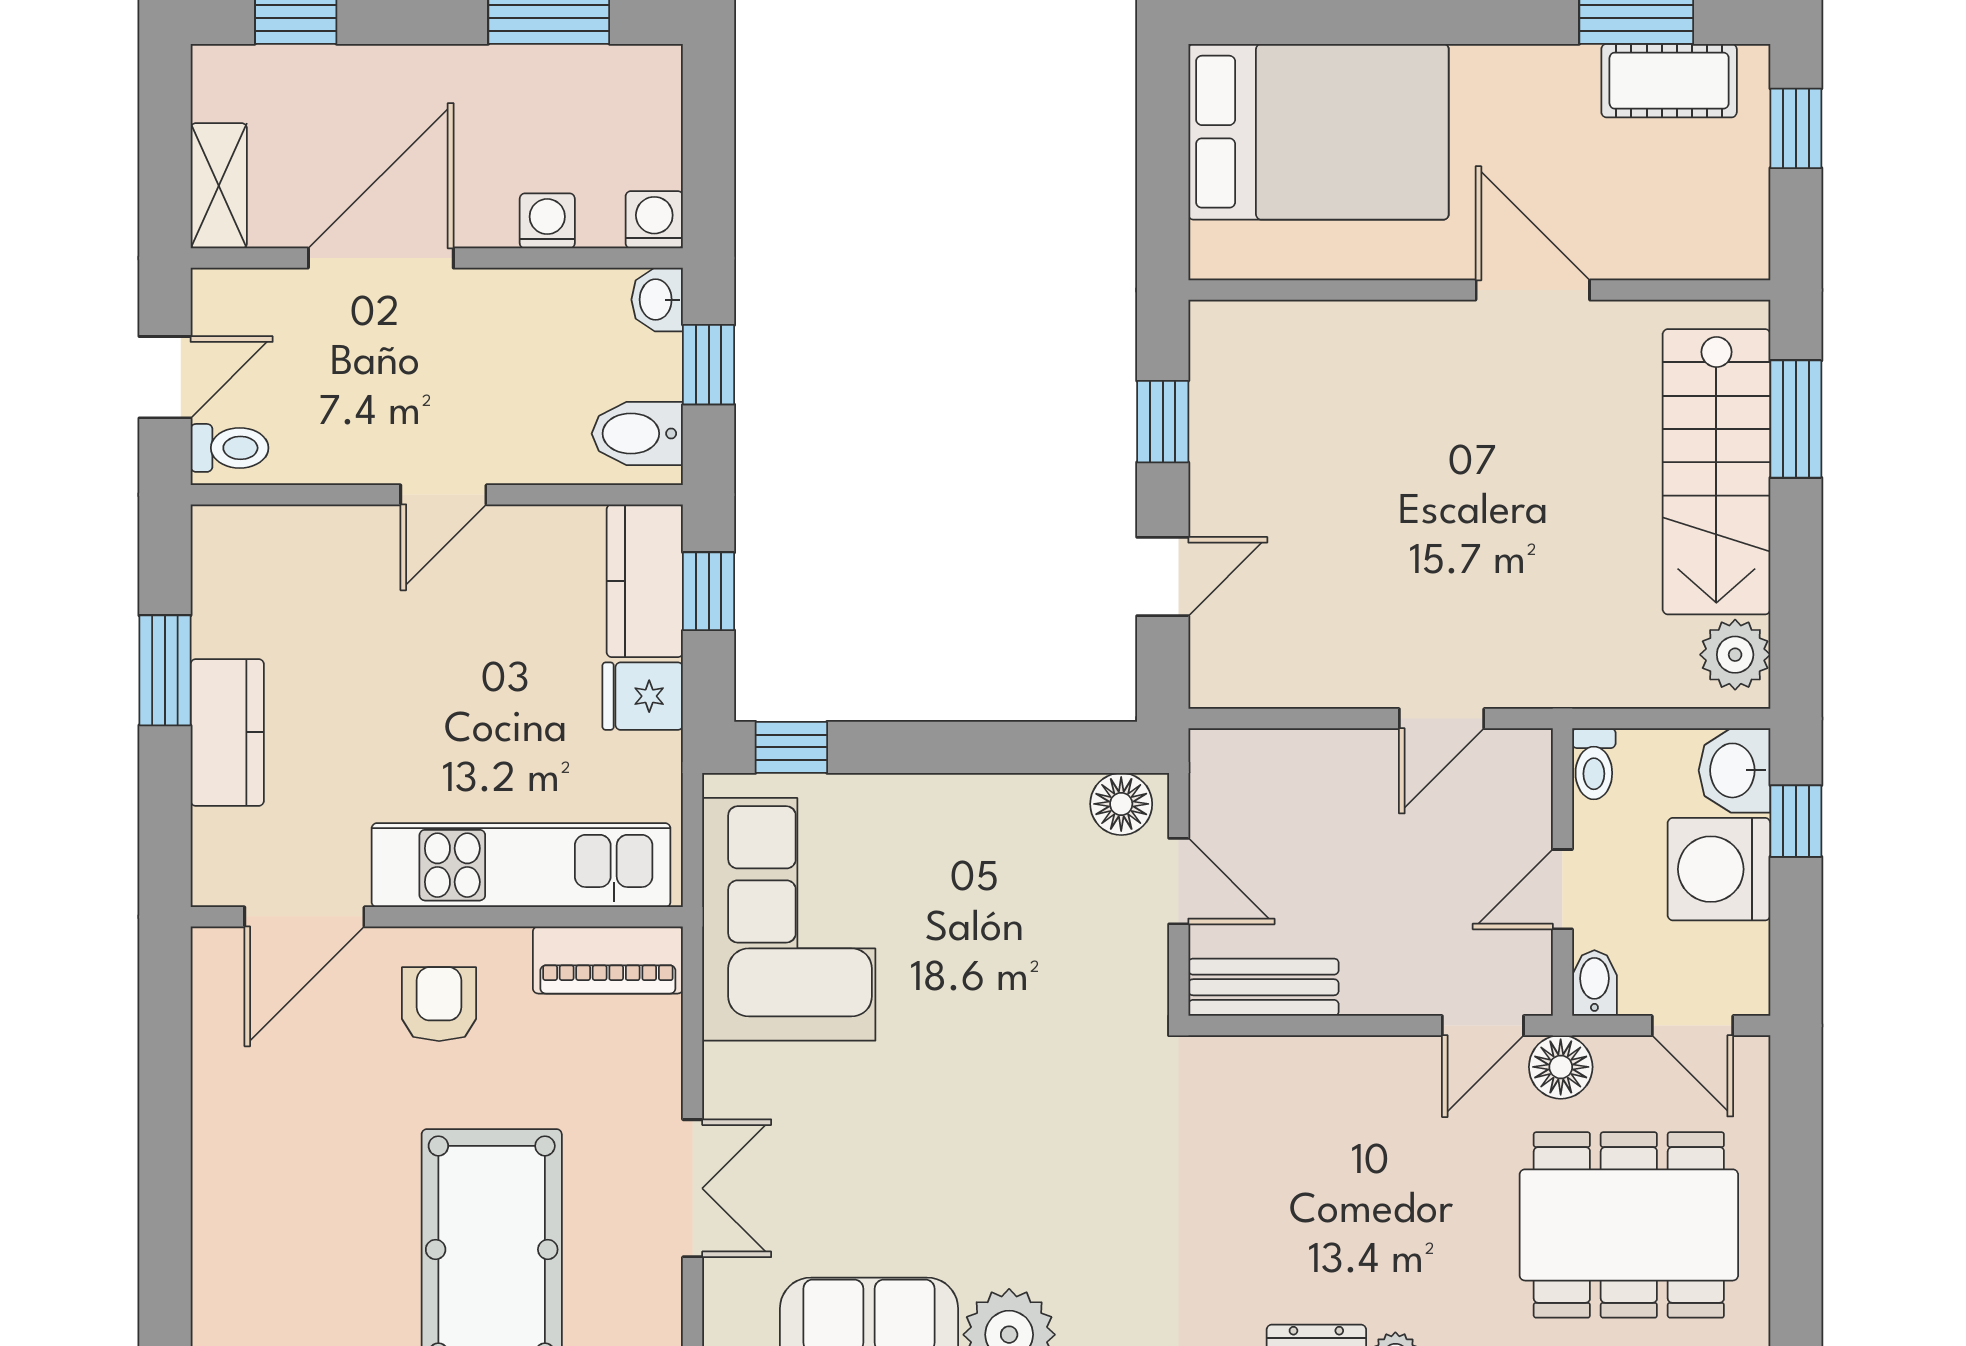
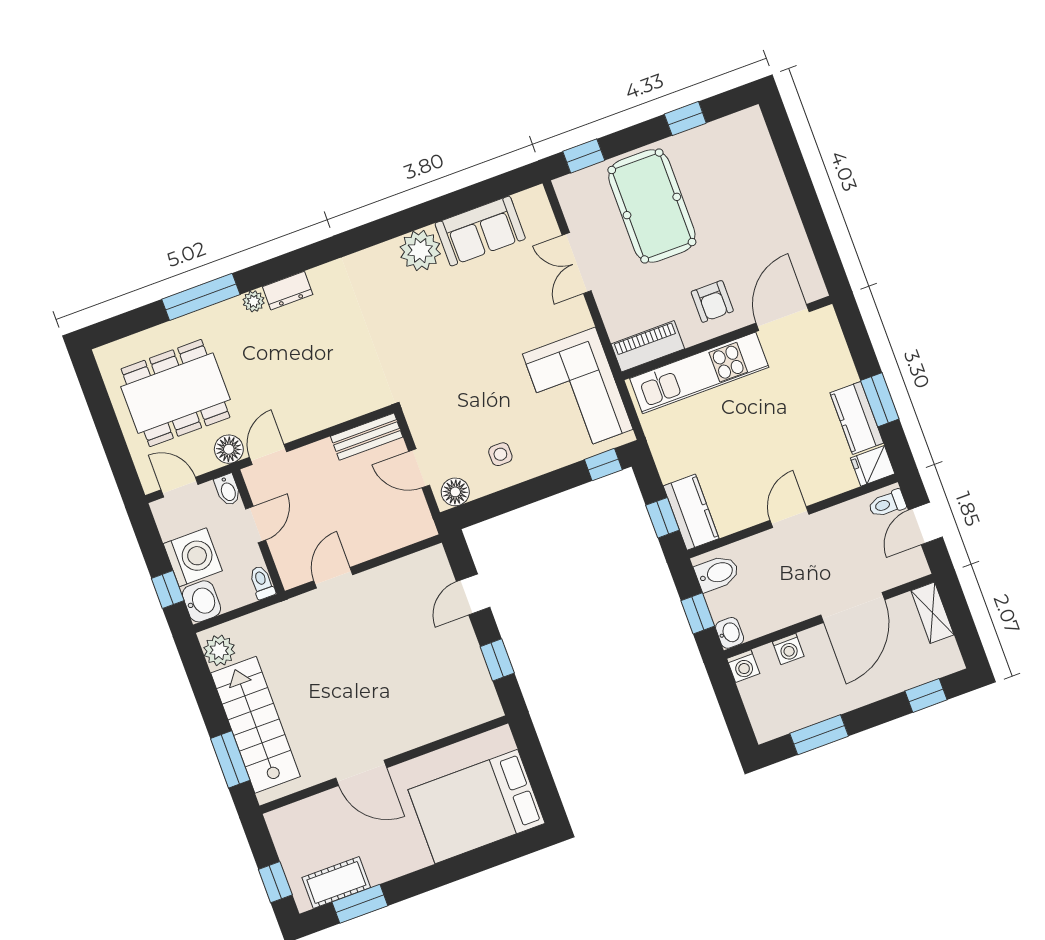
fridge: (643, 696) -> (873, 466), moved, turned 180
kitchen counter: (227, 732) -> (857, 418), moved
side table: (998, 848) -> (500, 454), added

